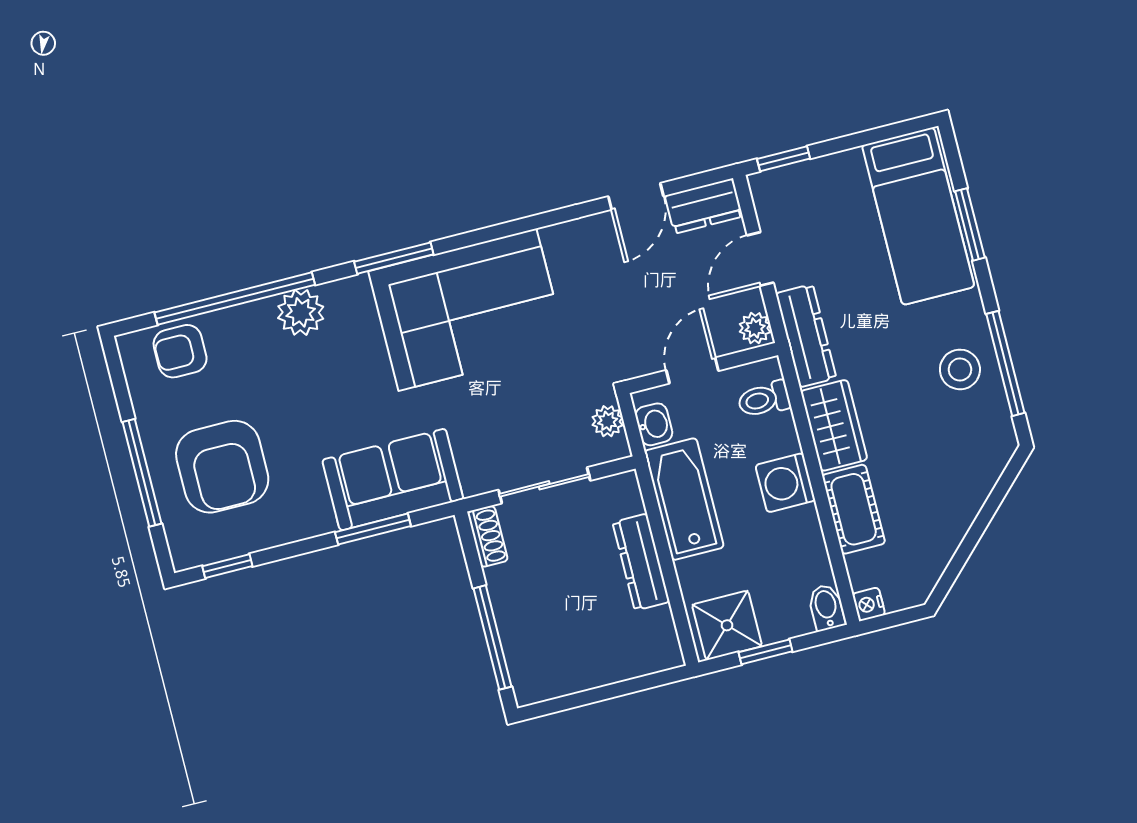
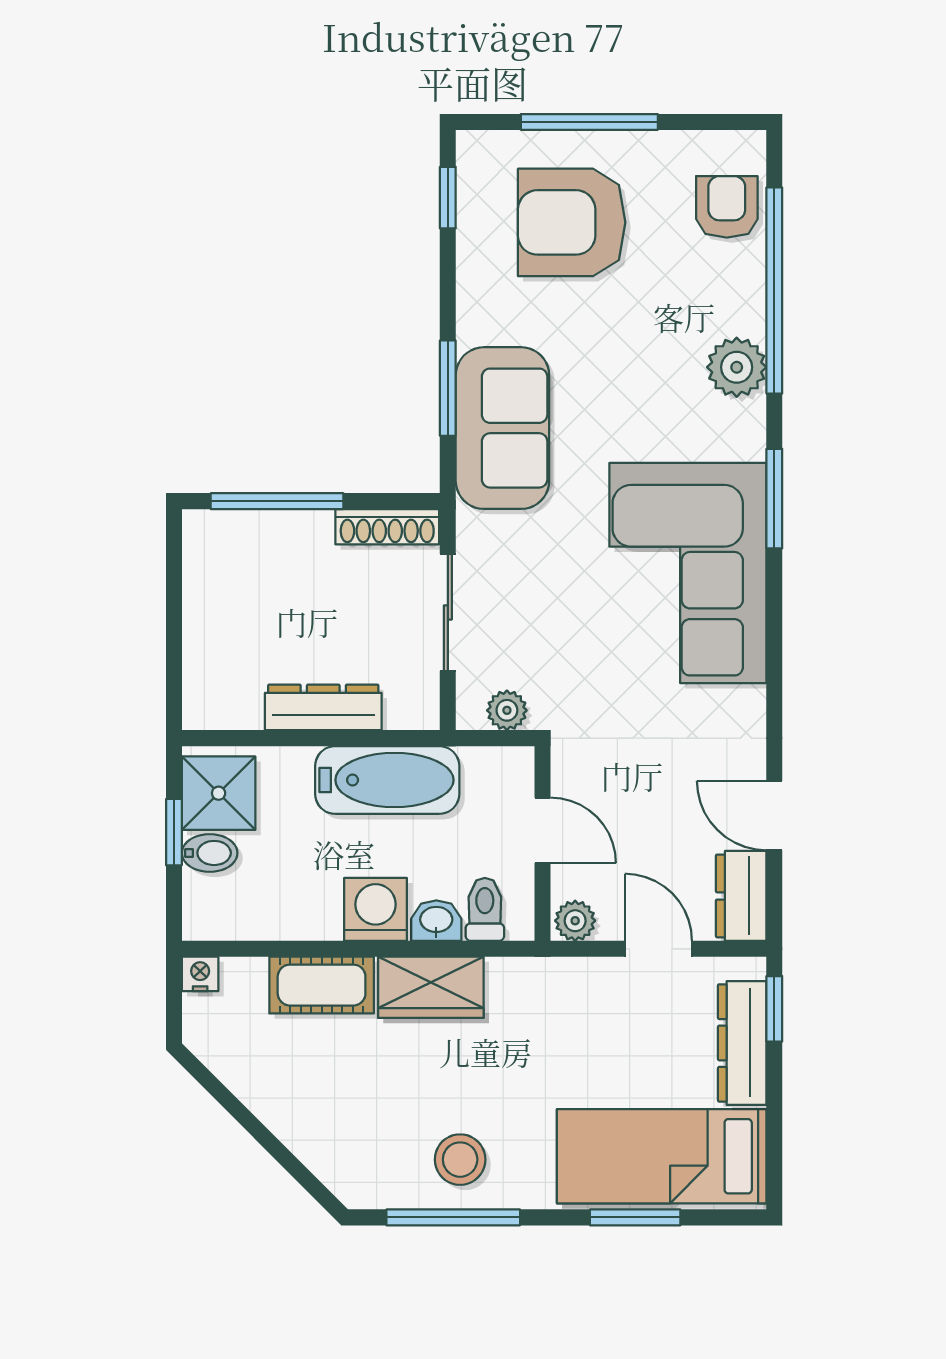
dresser: (806, 336) -> (742, 1043), moved, turned 90
washbasin: (654, 424) -> (436, 921), moved, turned 180
shoe rack: (488, 536) -> (387, 527), width x1.43
bidet: (826, 607) -> (210, 853), moved

